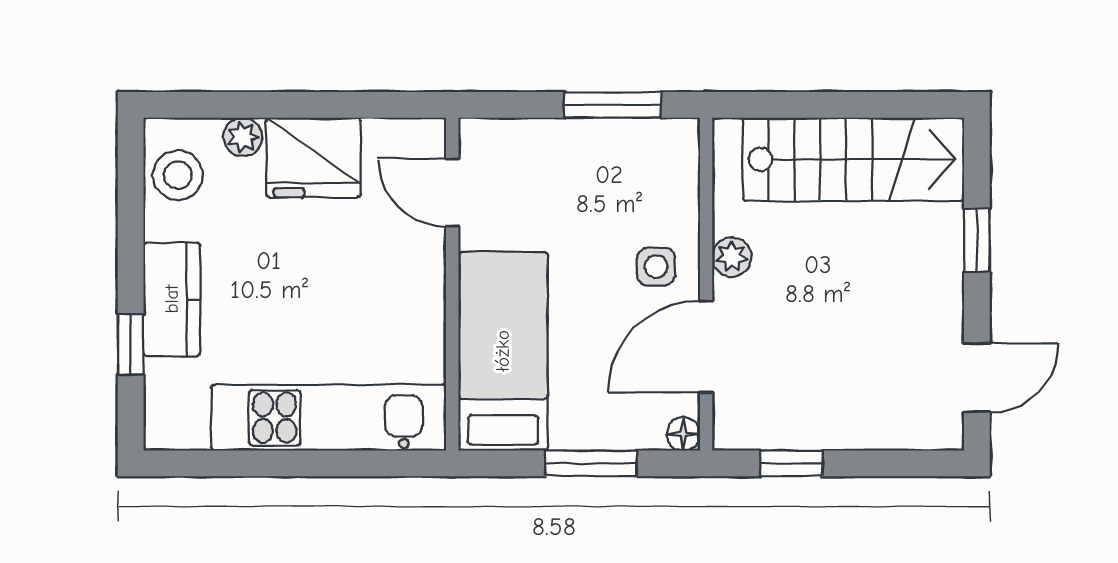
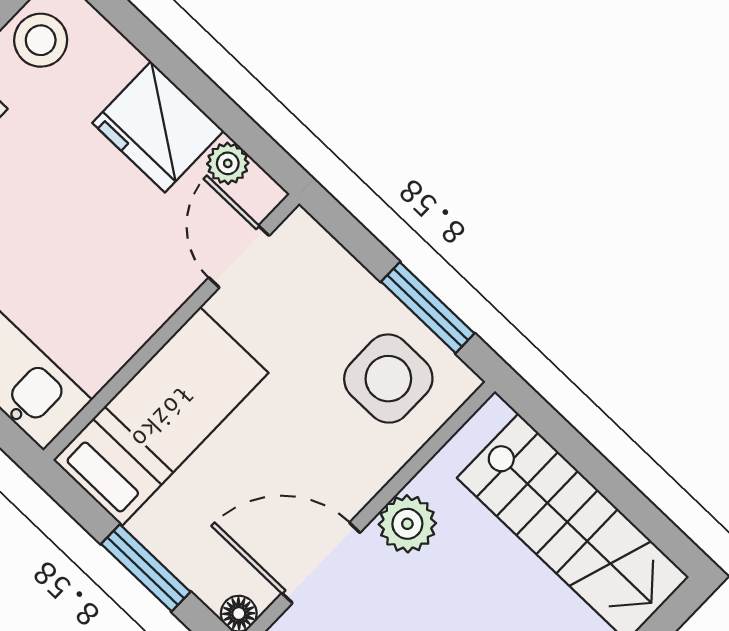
plant: (243, 137) -> (228, 163), moved
plant: (732, 257) -> (407, 524), width x1.38, depth x1.38
side table: (656, 267) -> (388, 379), moved, width x1.87, depth x1.87

